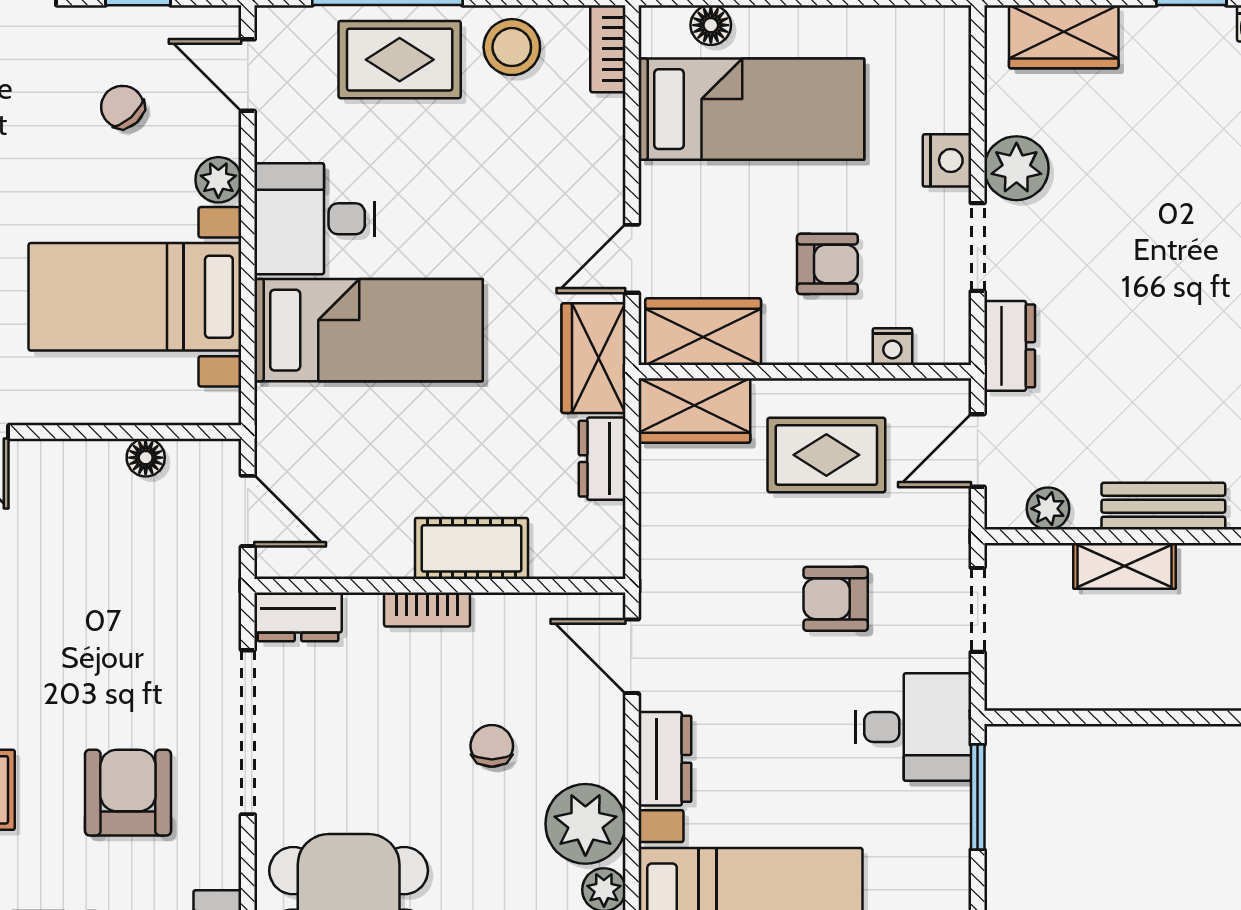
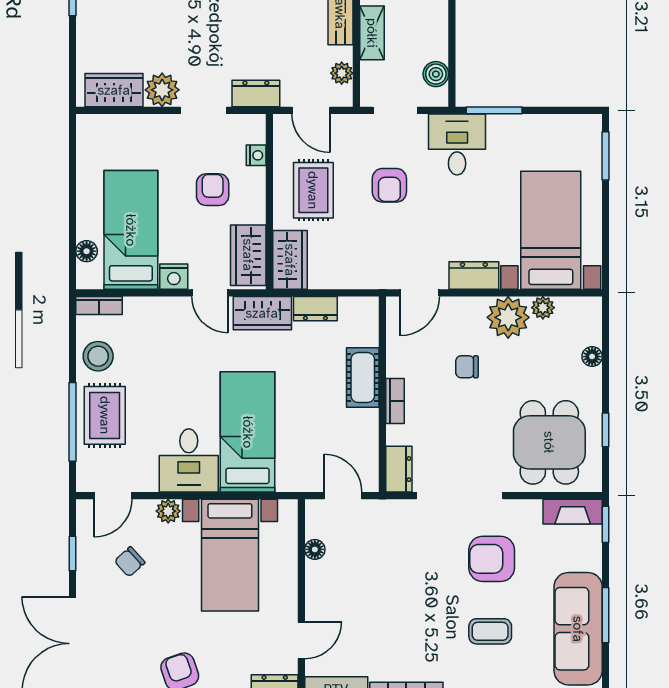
wardrobe: (1064, 37) -> (114, 90), moved, turned -90
nightstand: (947, 160) -> (174, 277), moved, turned 180
door: (248, 511) -> (343, 496), hinge flipped
boiler: (1046, 687) -> (436, 74), added

